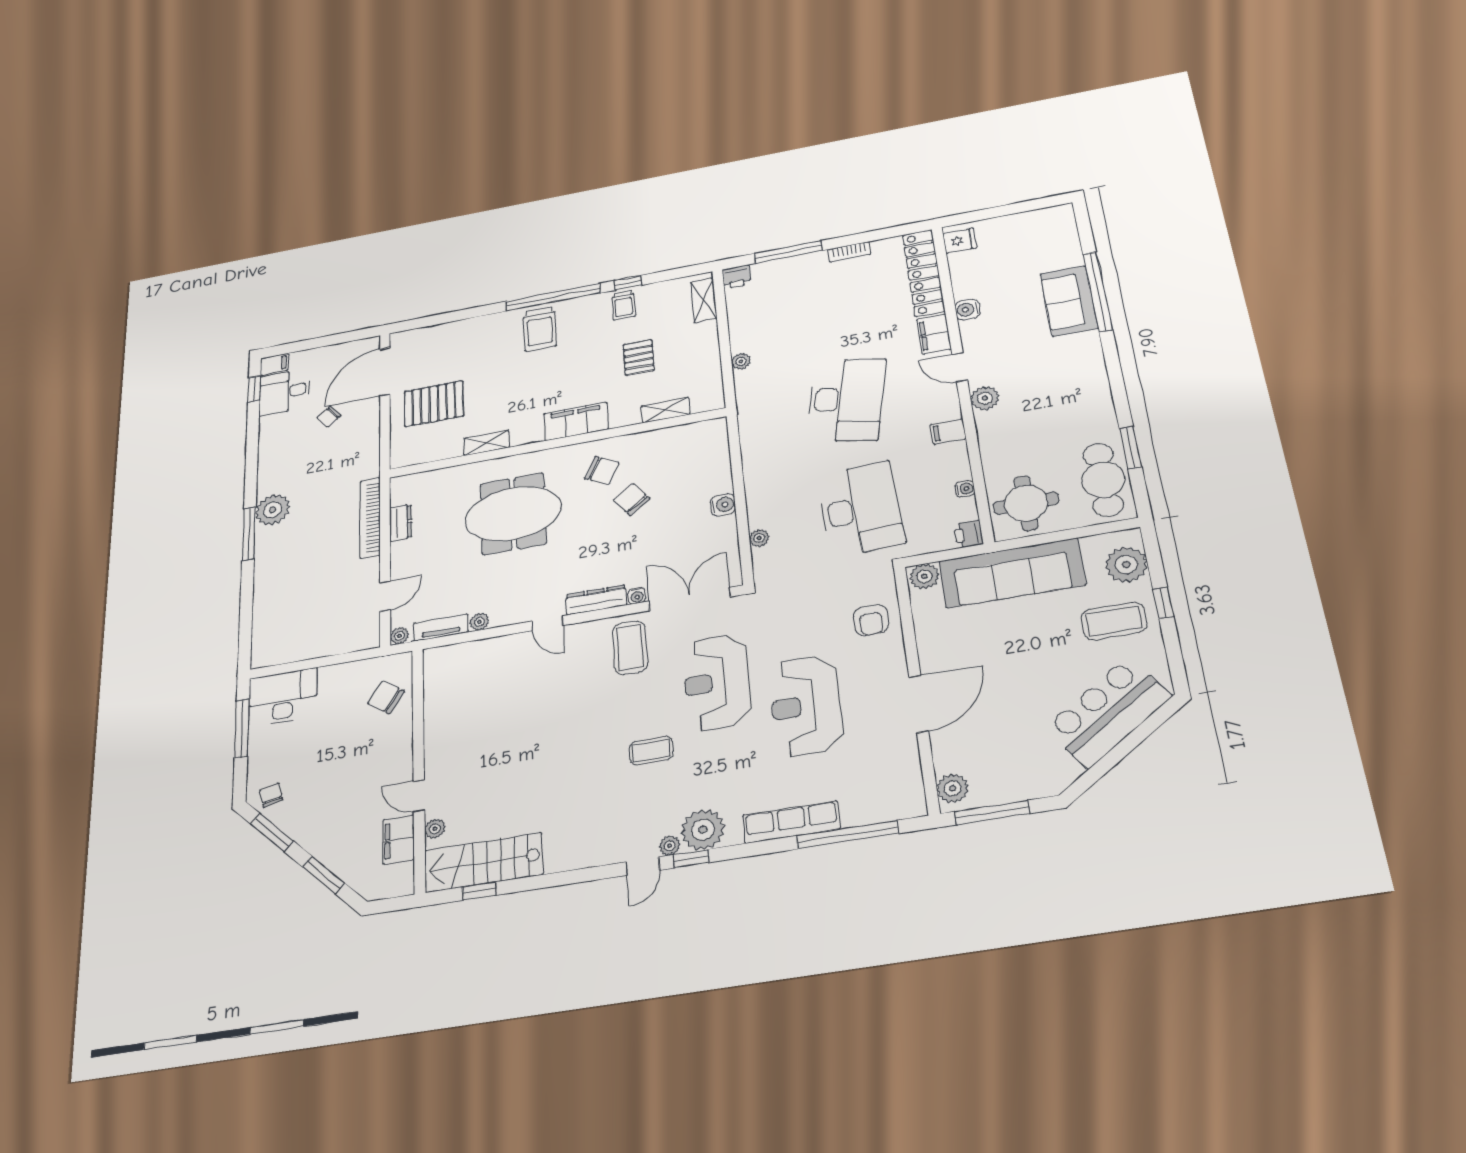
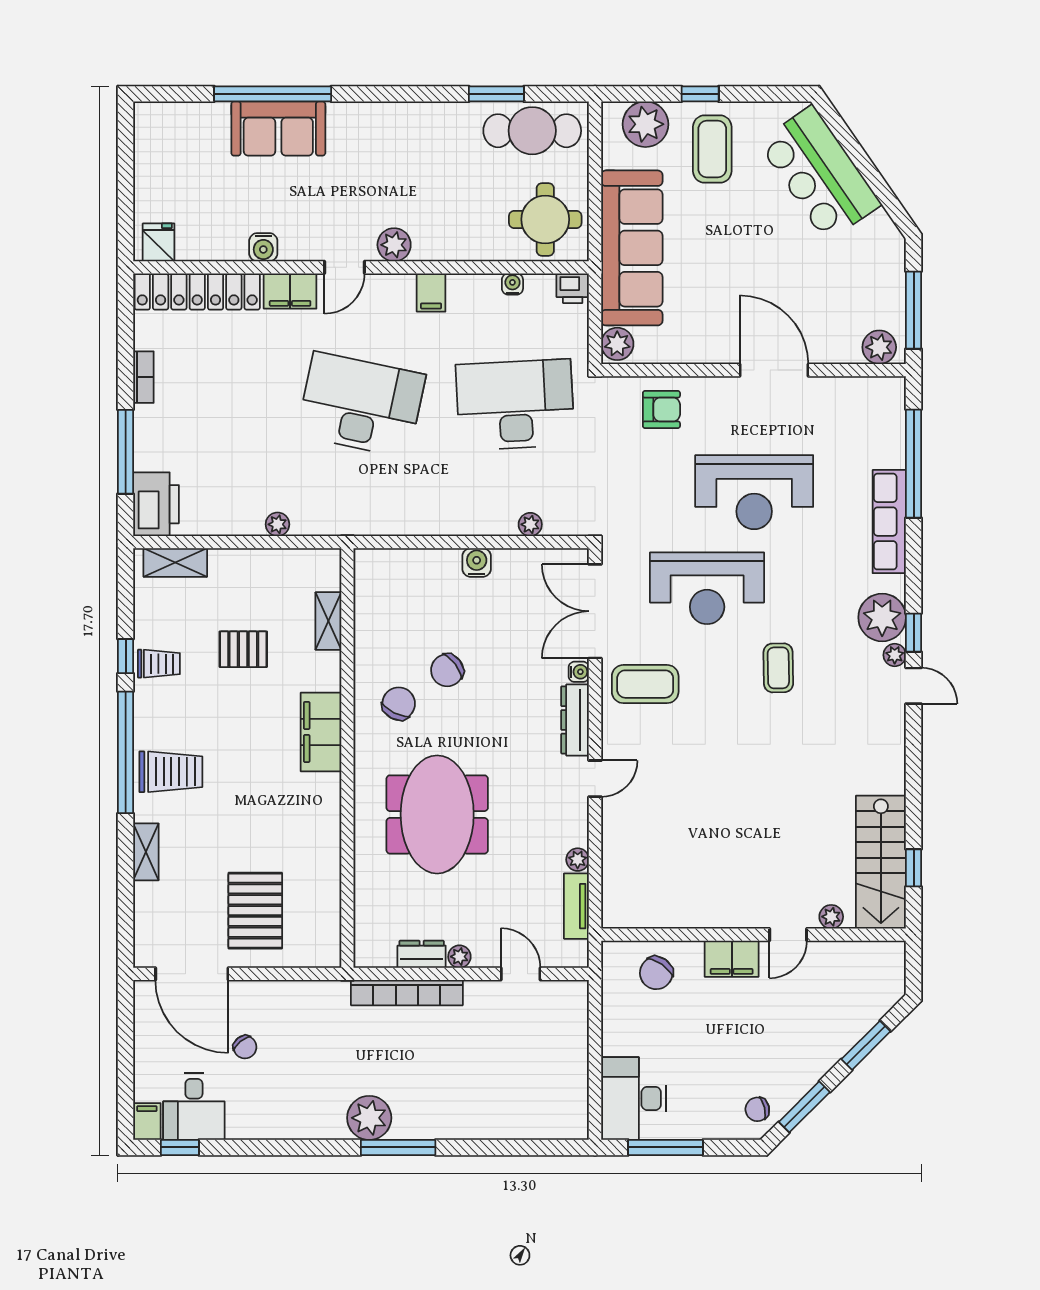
printer: (736, 277) -> (156, 504), width x1.87, depth x1.48
shelving: (486, 443) -> (146, 852), moved
plant: (399, 636) -> (459, 957), moved
filing cabinet: (398, 840) -> (732, 959), moved

